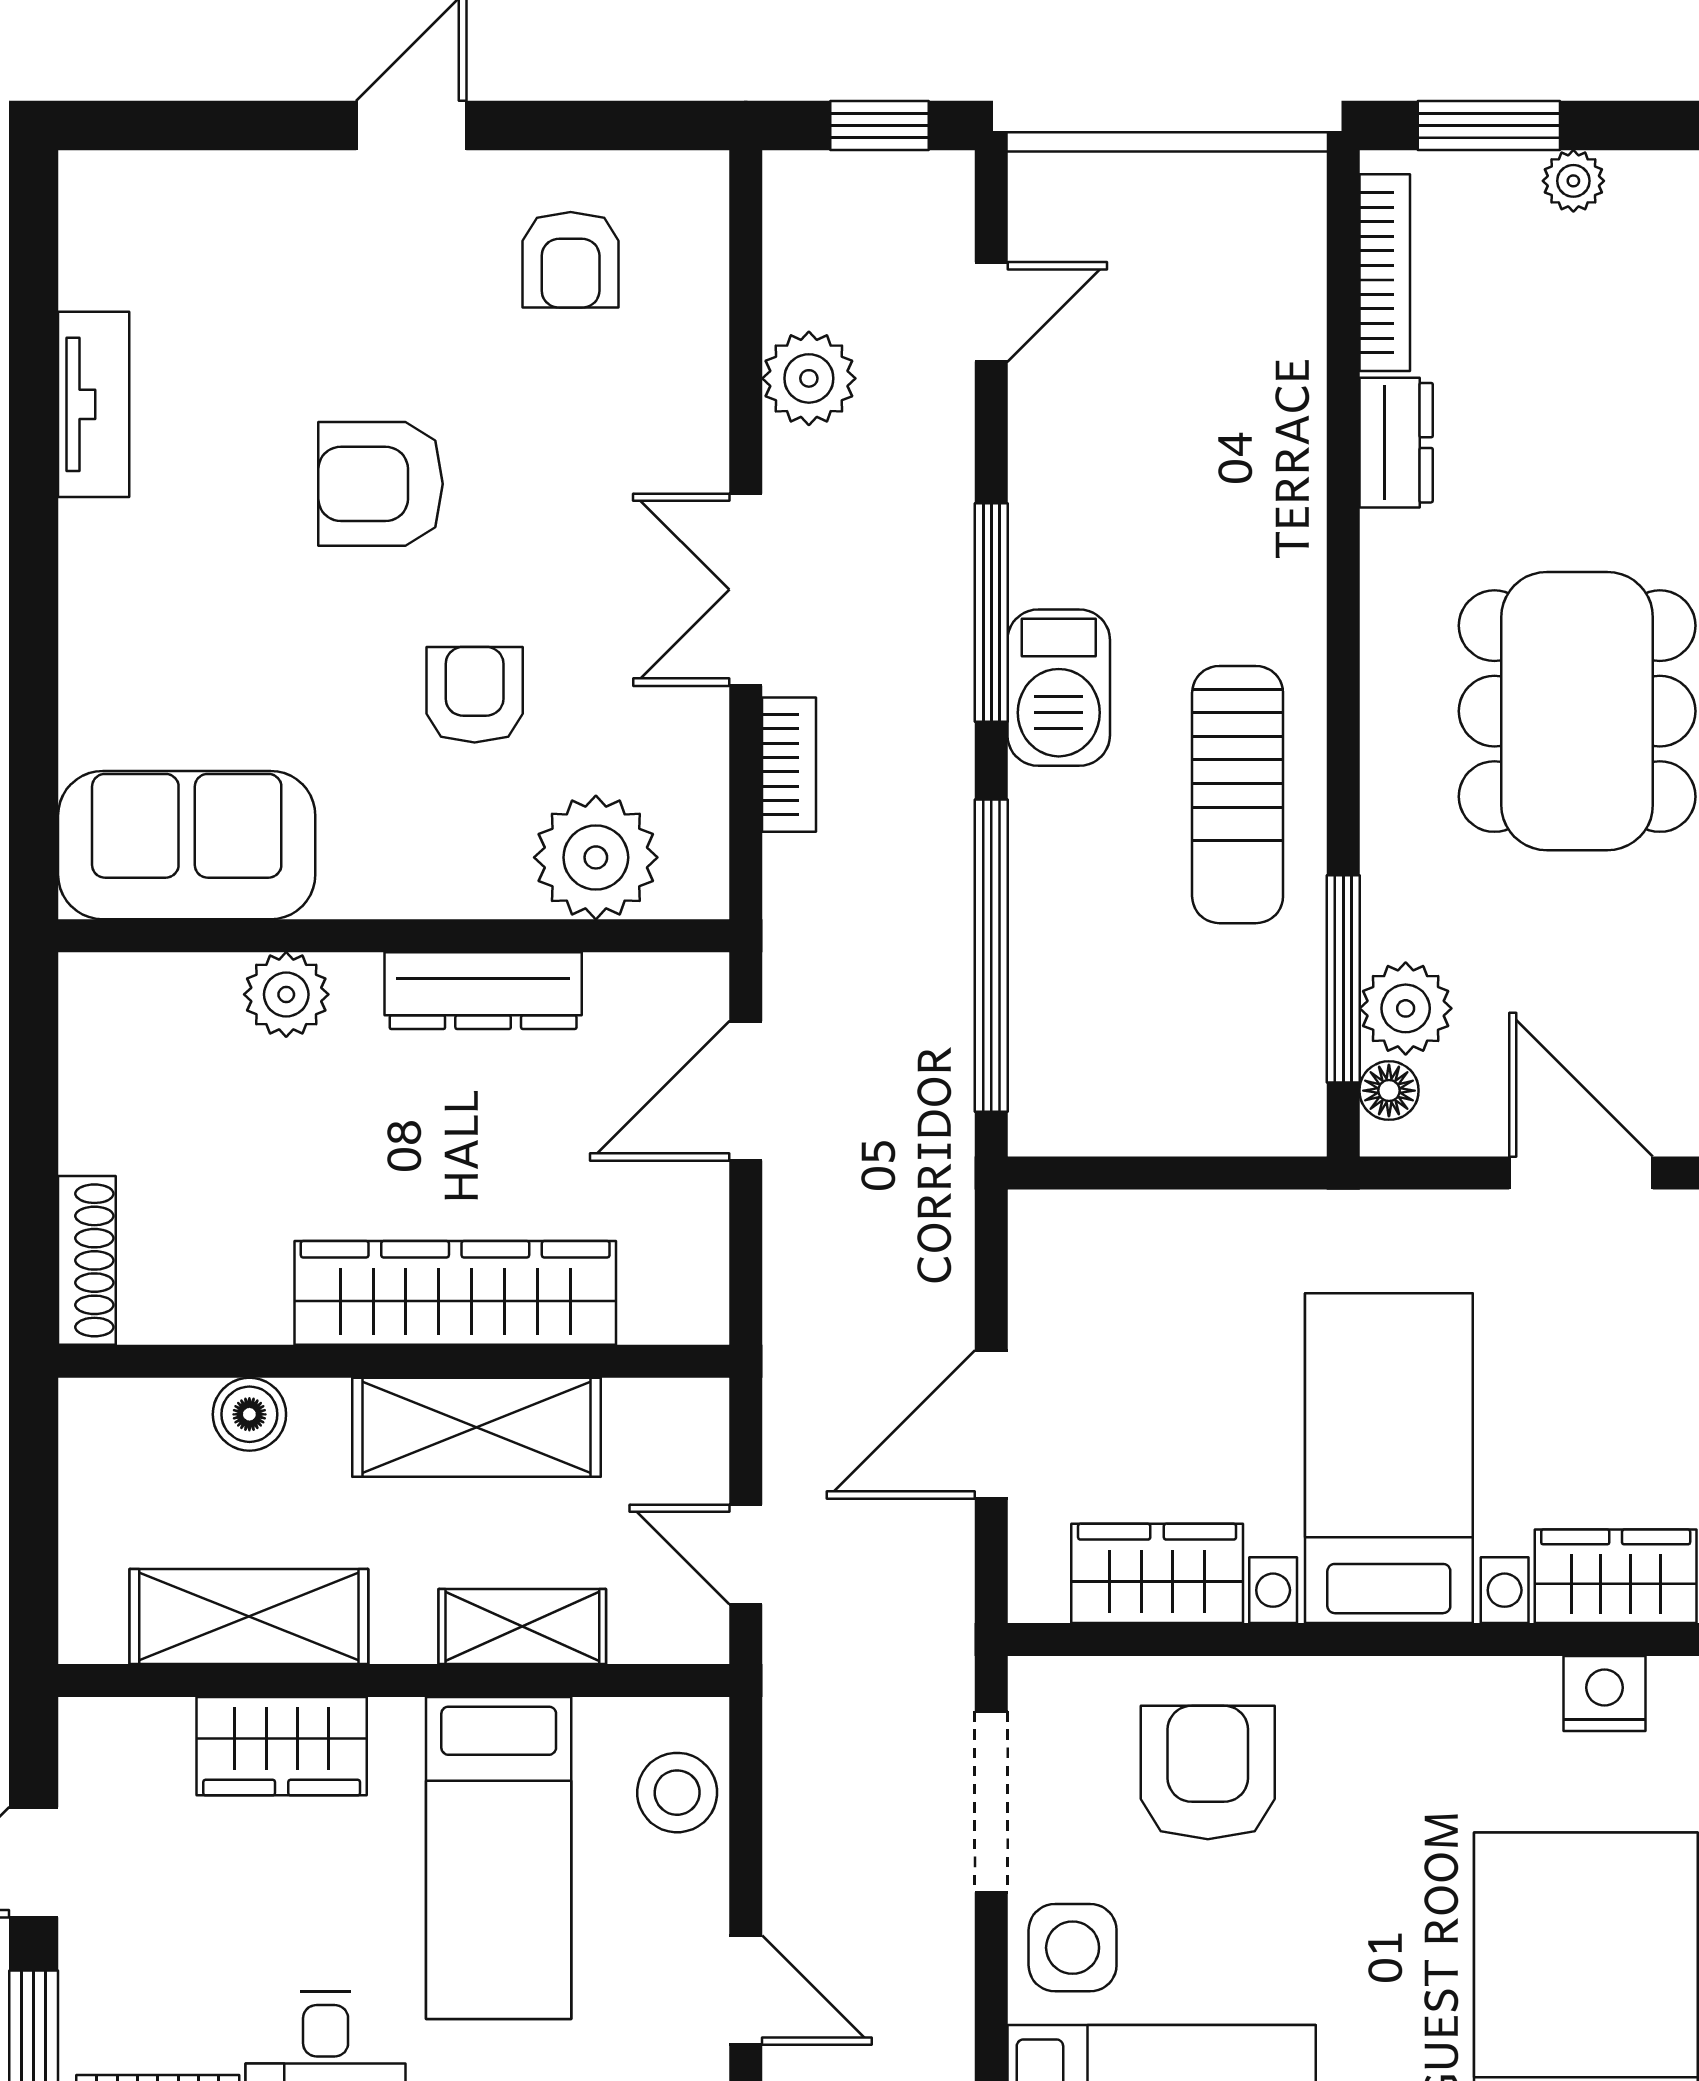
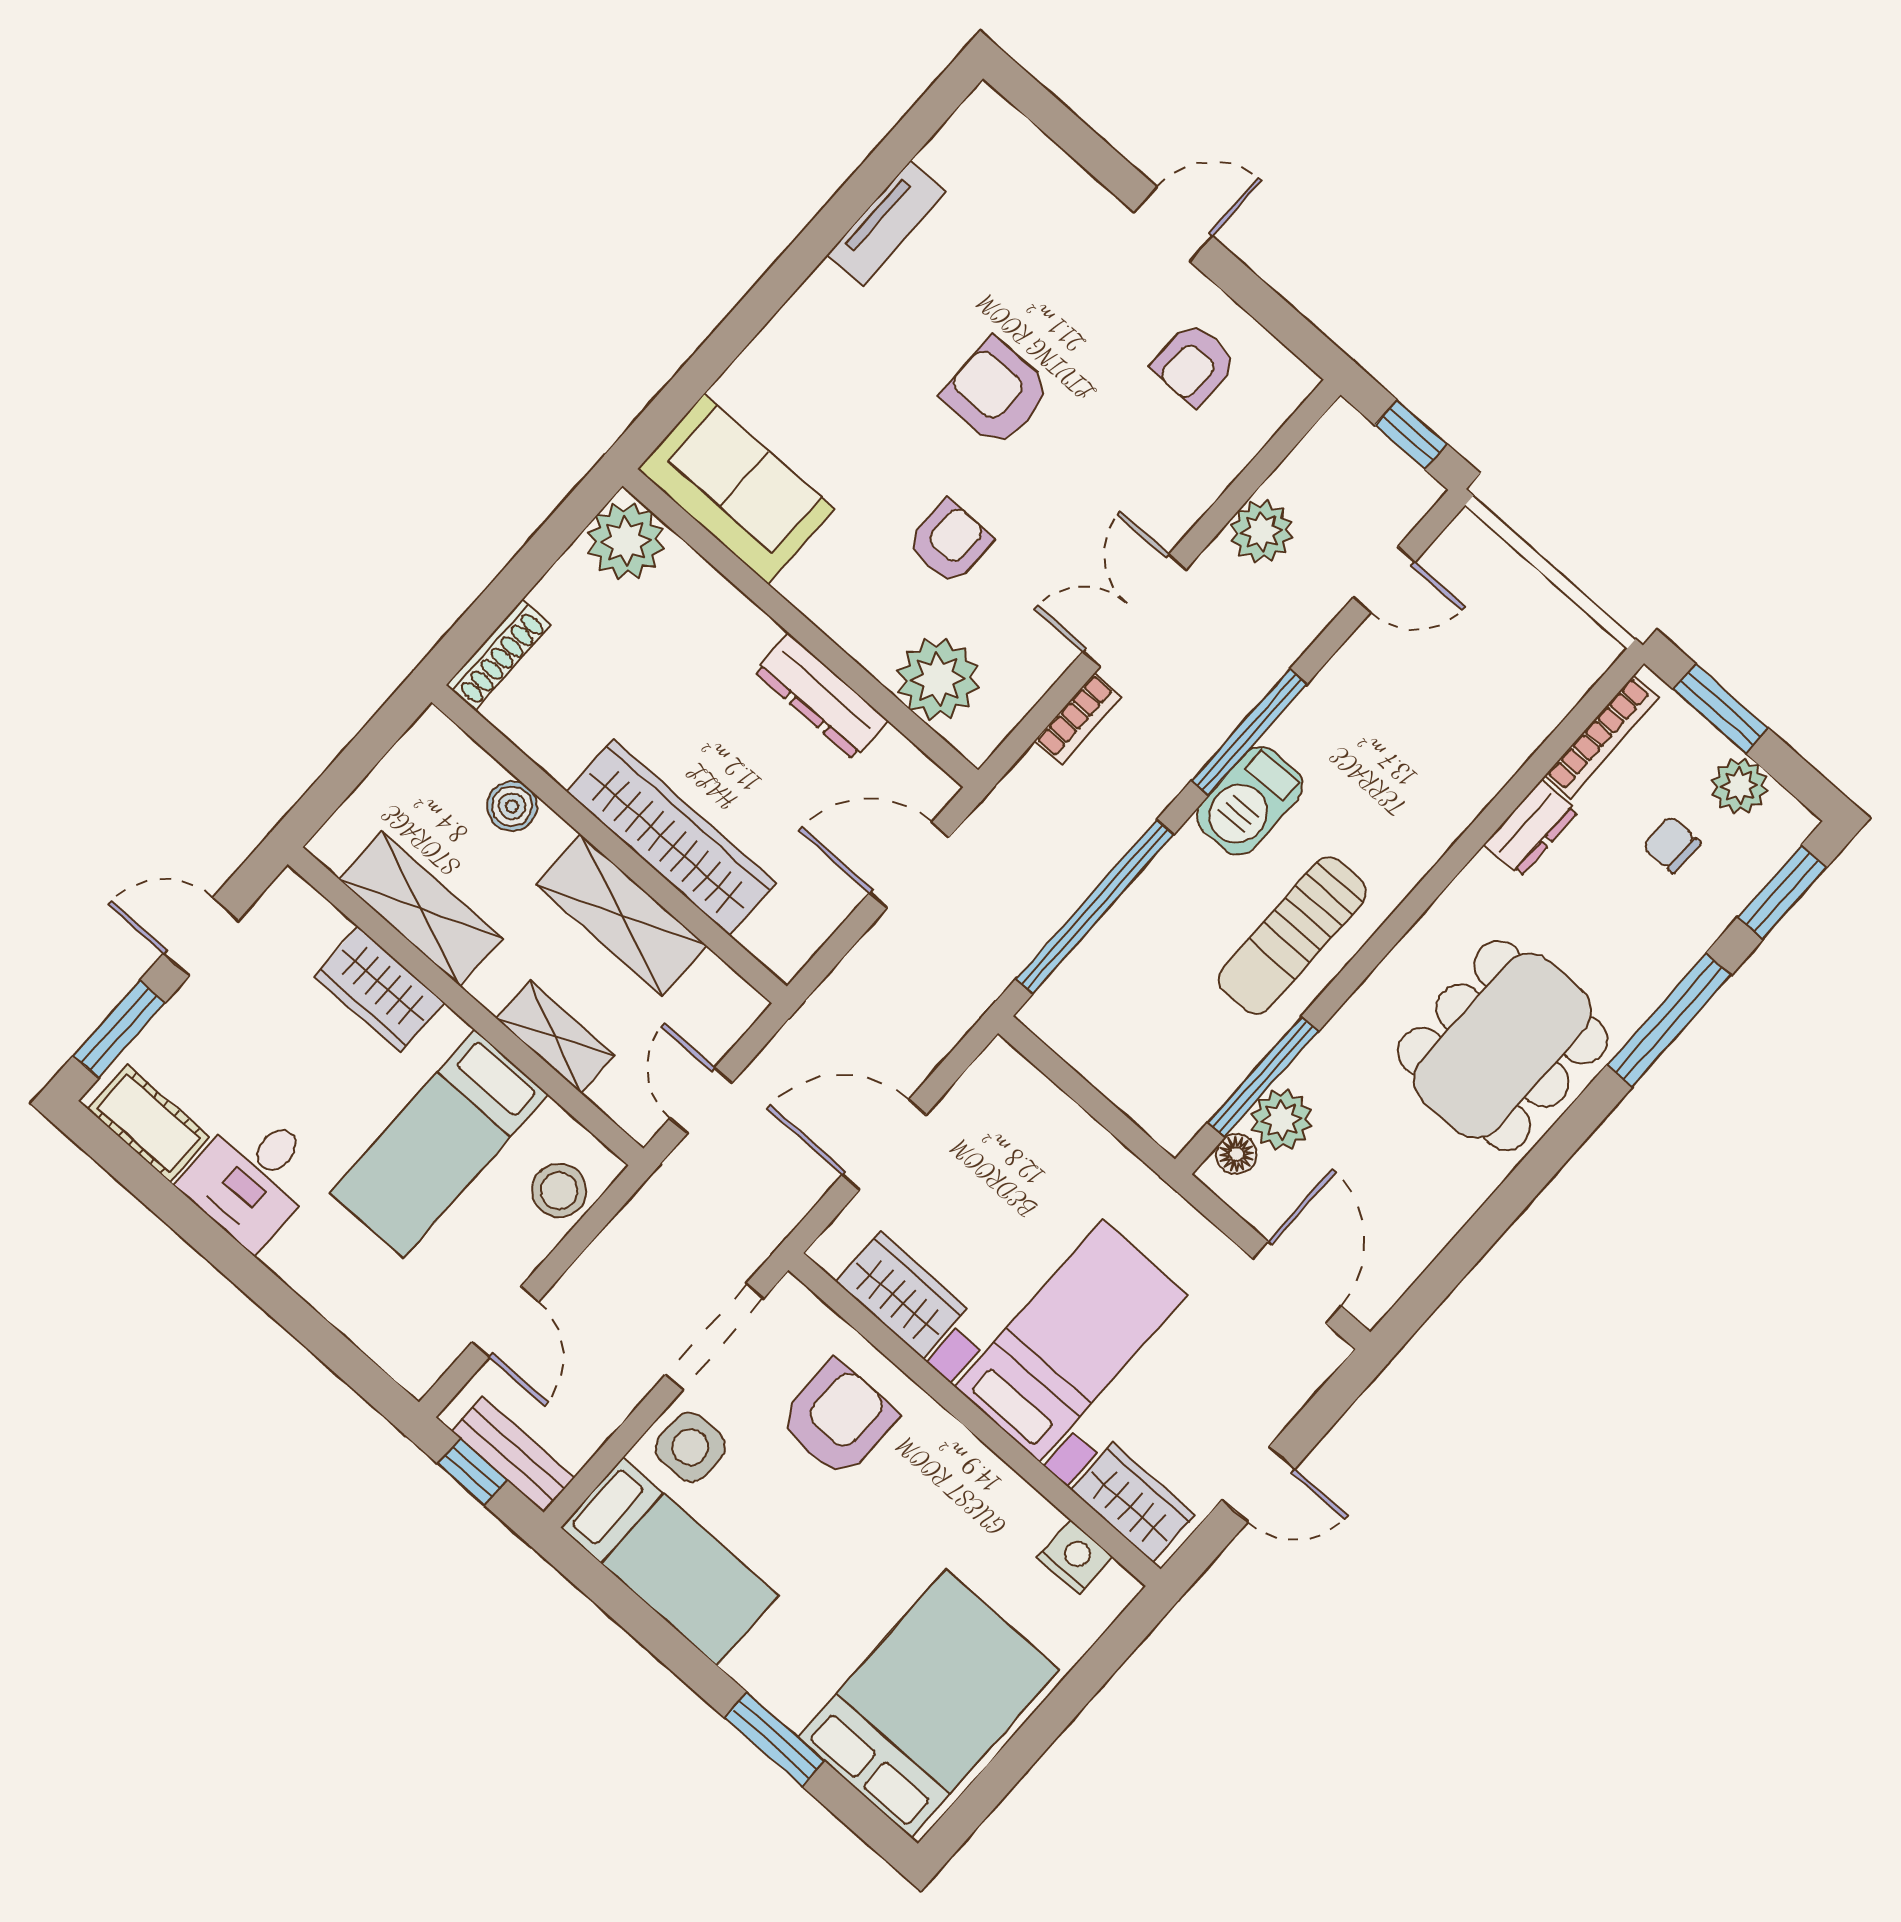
plant: (1573, 181) -> (1739, 786), width x1.38, depth x1.38
chair: (1567, 323) -> (1672, 844), added
plant: (286, 994) -> (626, 541), moved, width x1.36, depth x1.36

